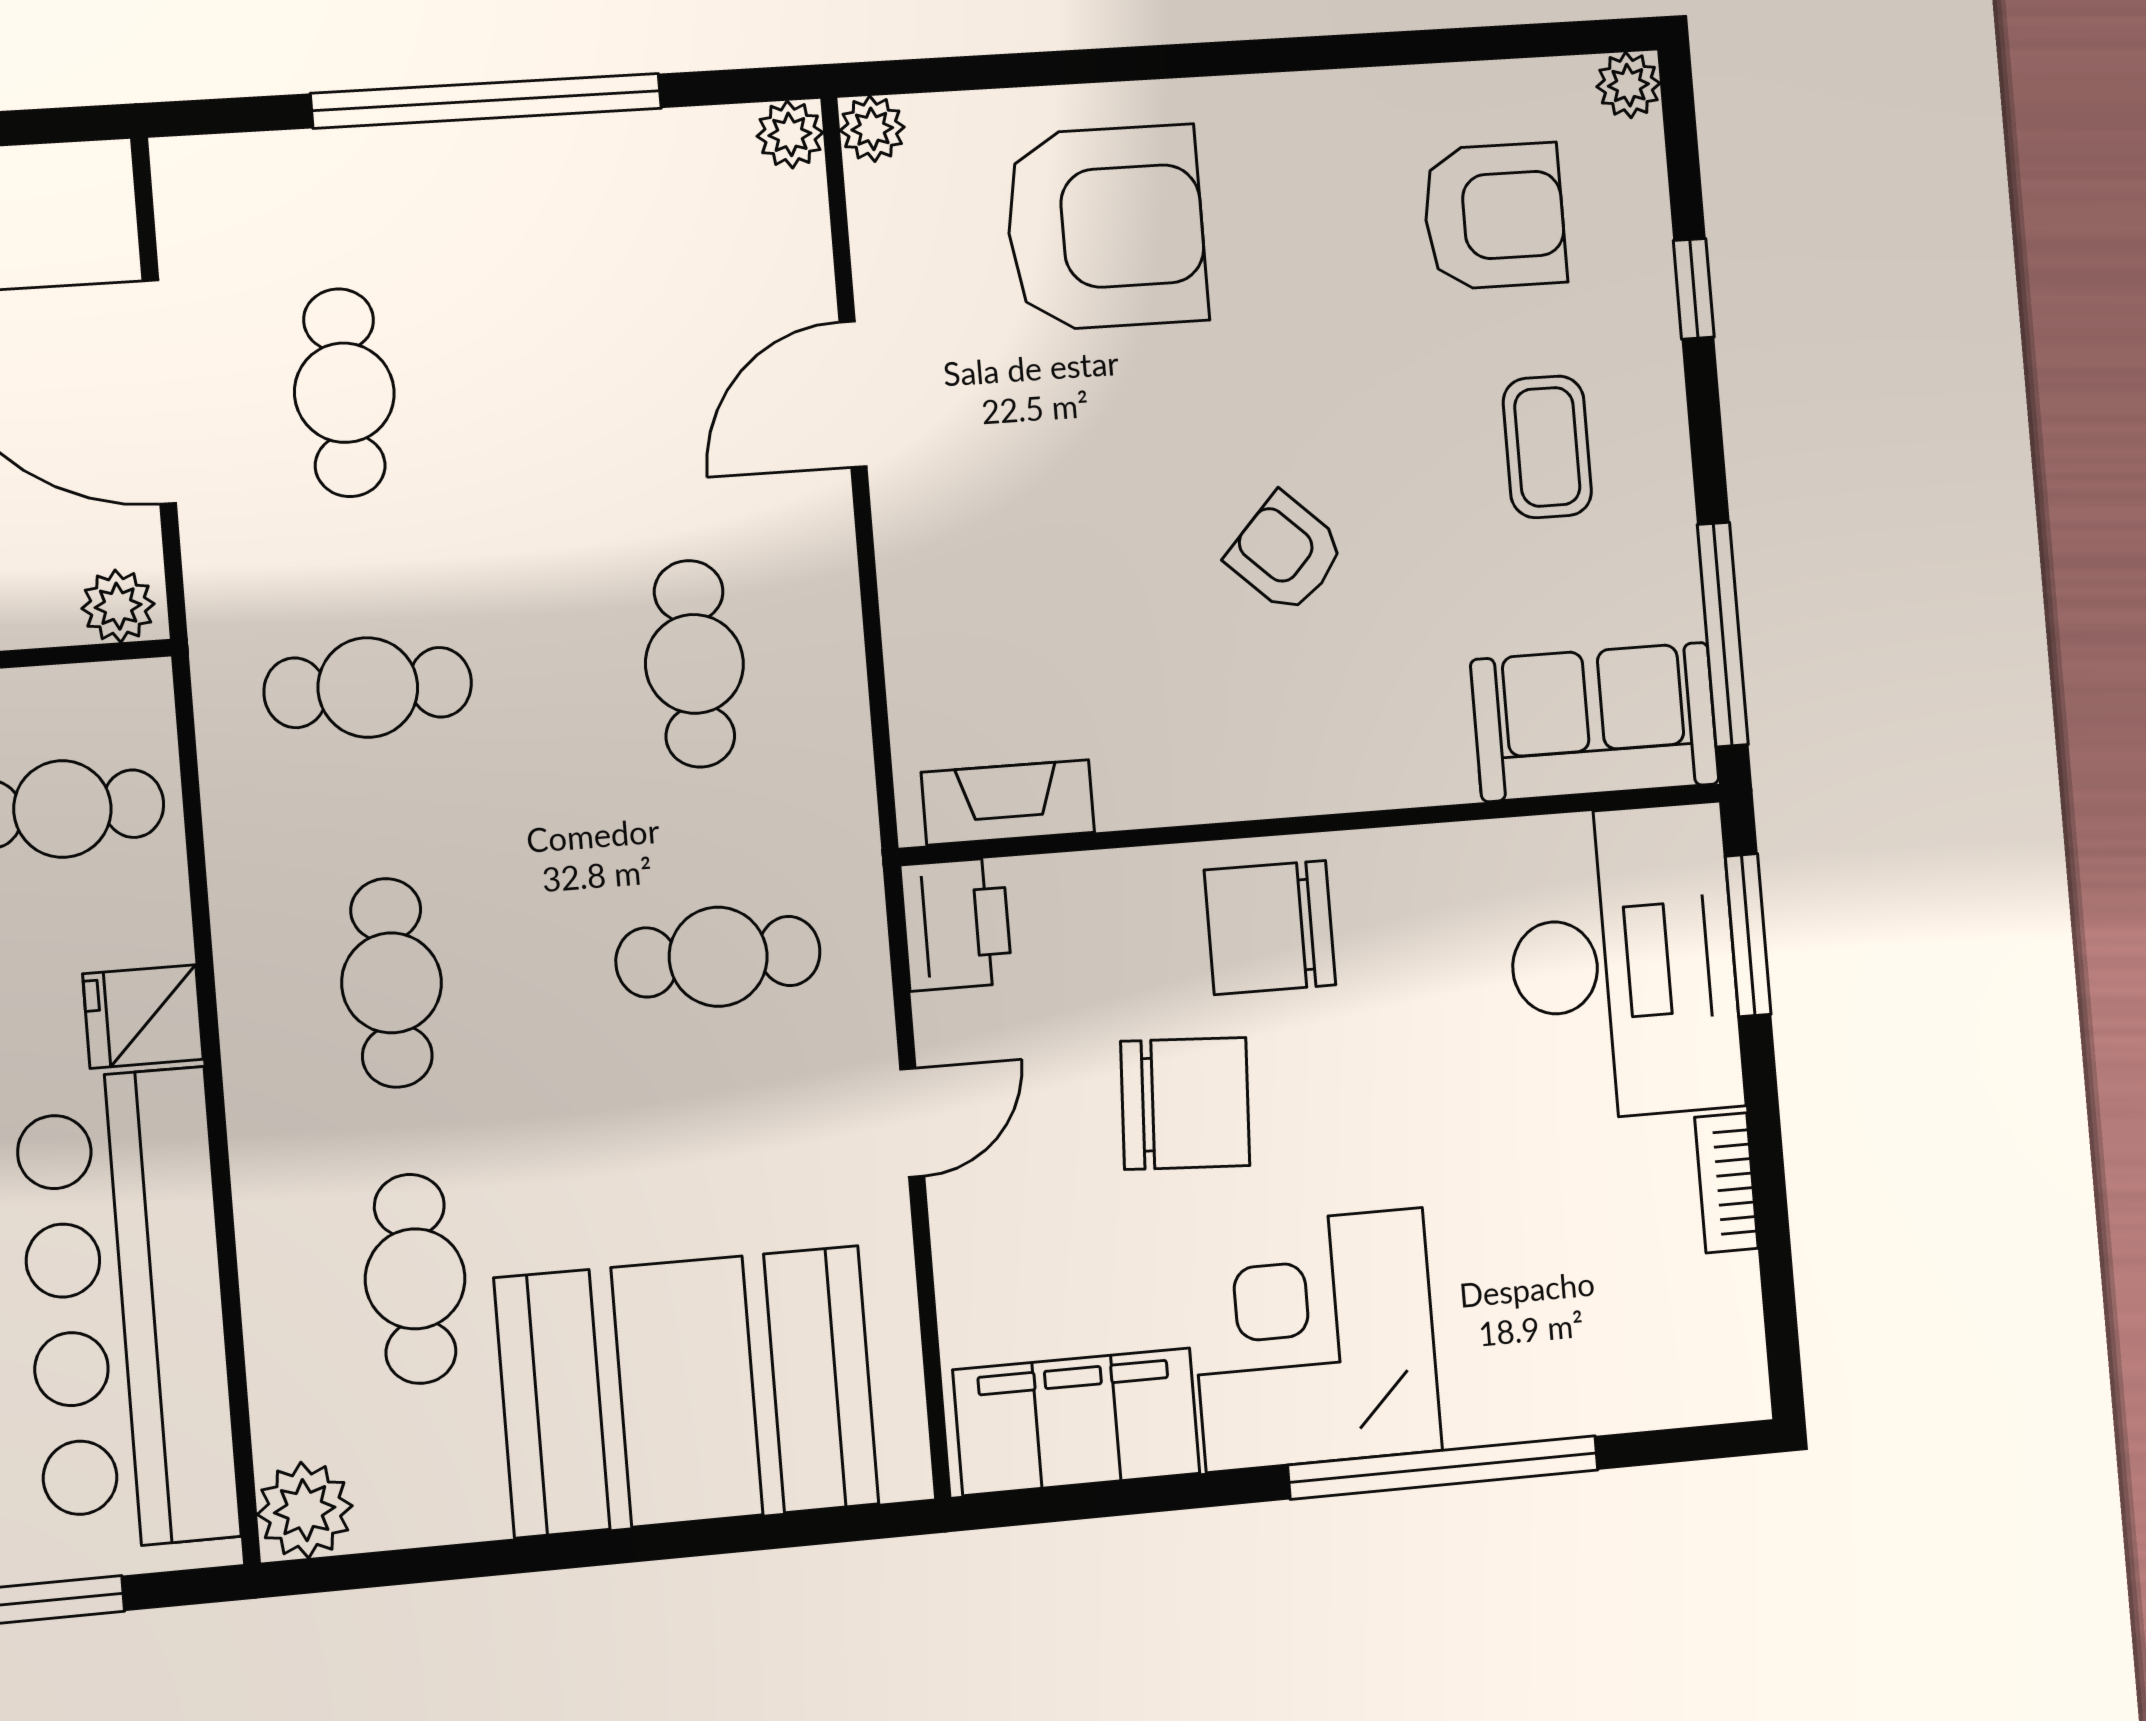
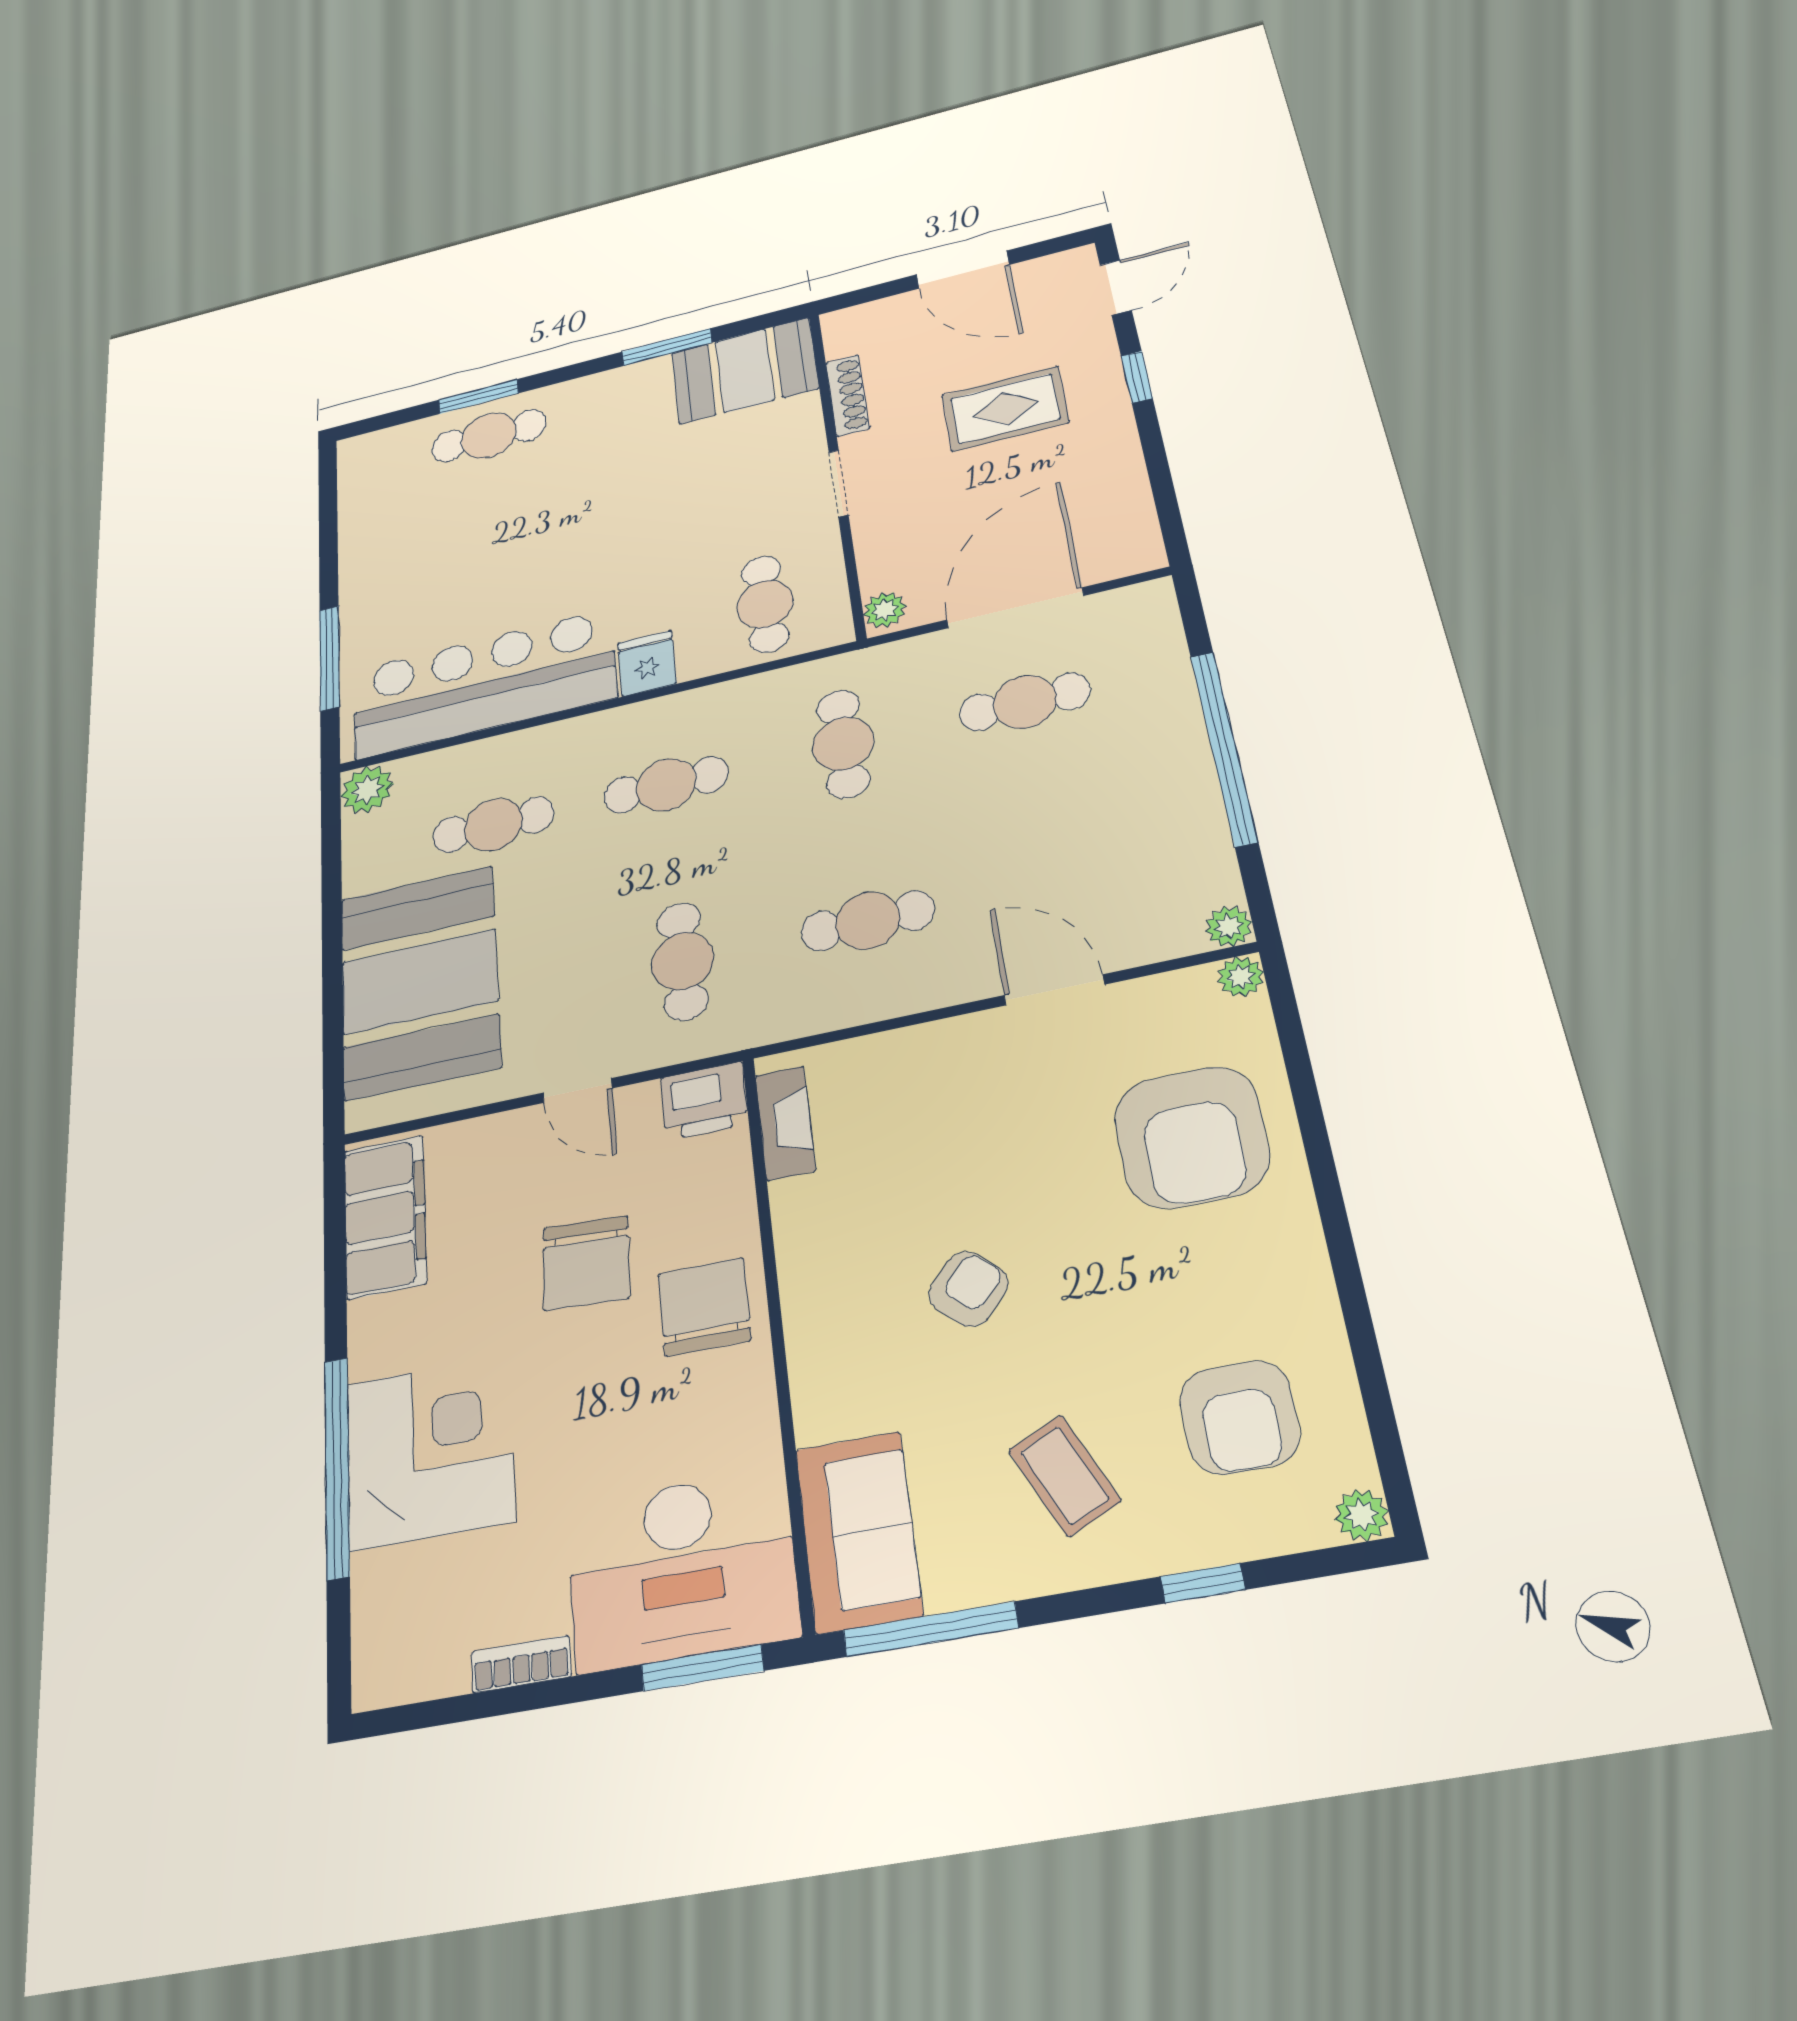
coffee table: (1547, 447) -> (1065, 1476), turned 65
corner desk: (1315, 1340) -> (430, 1452), moved

